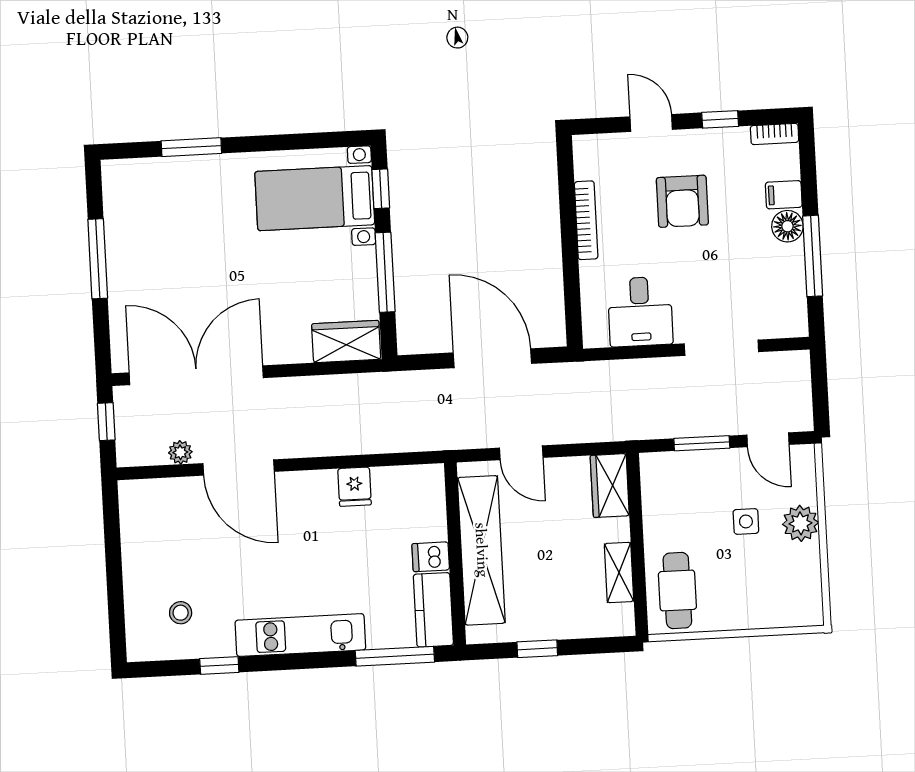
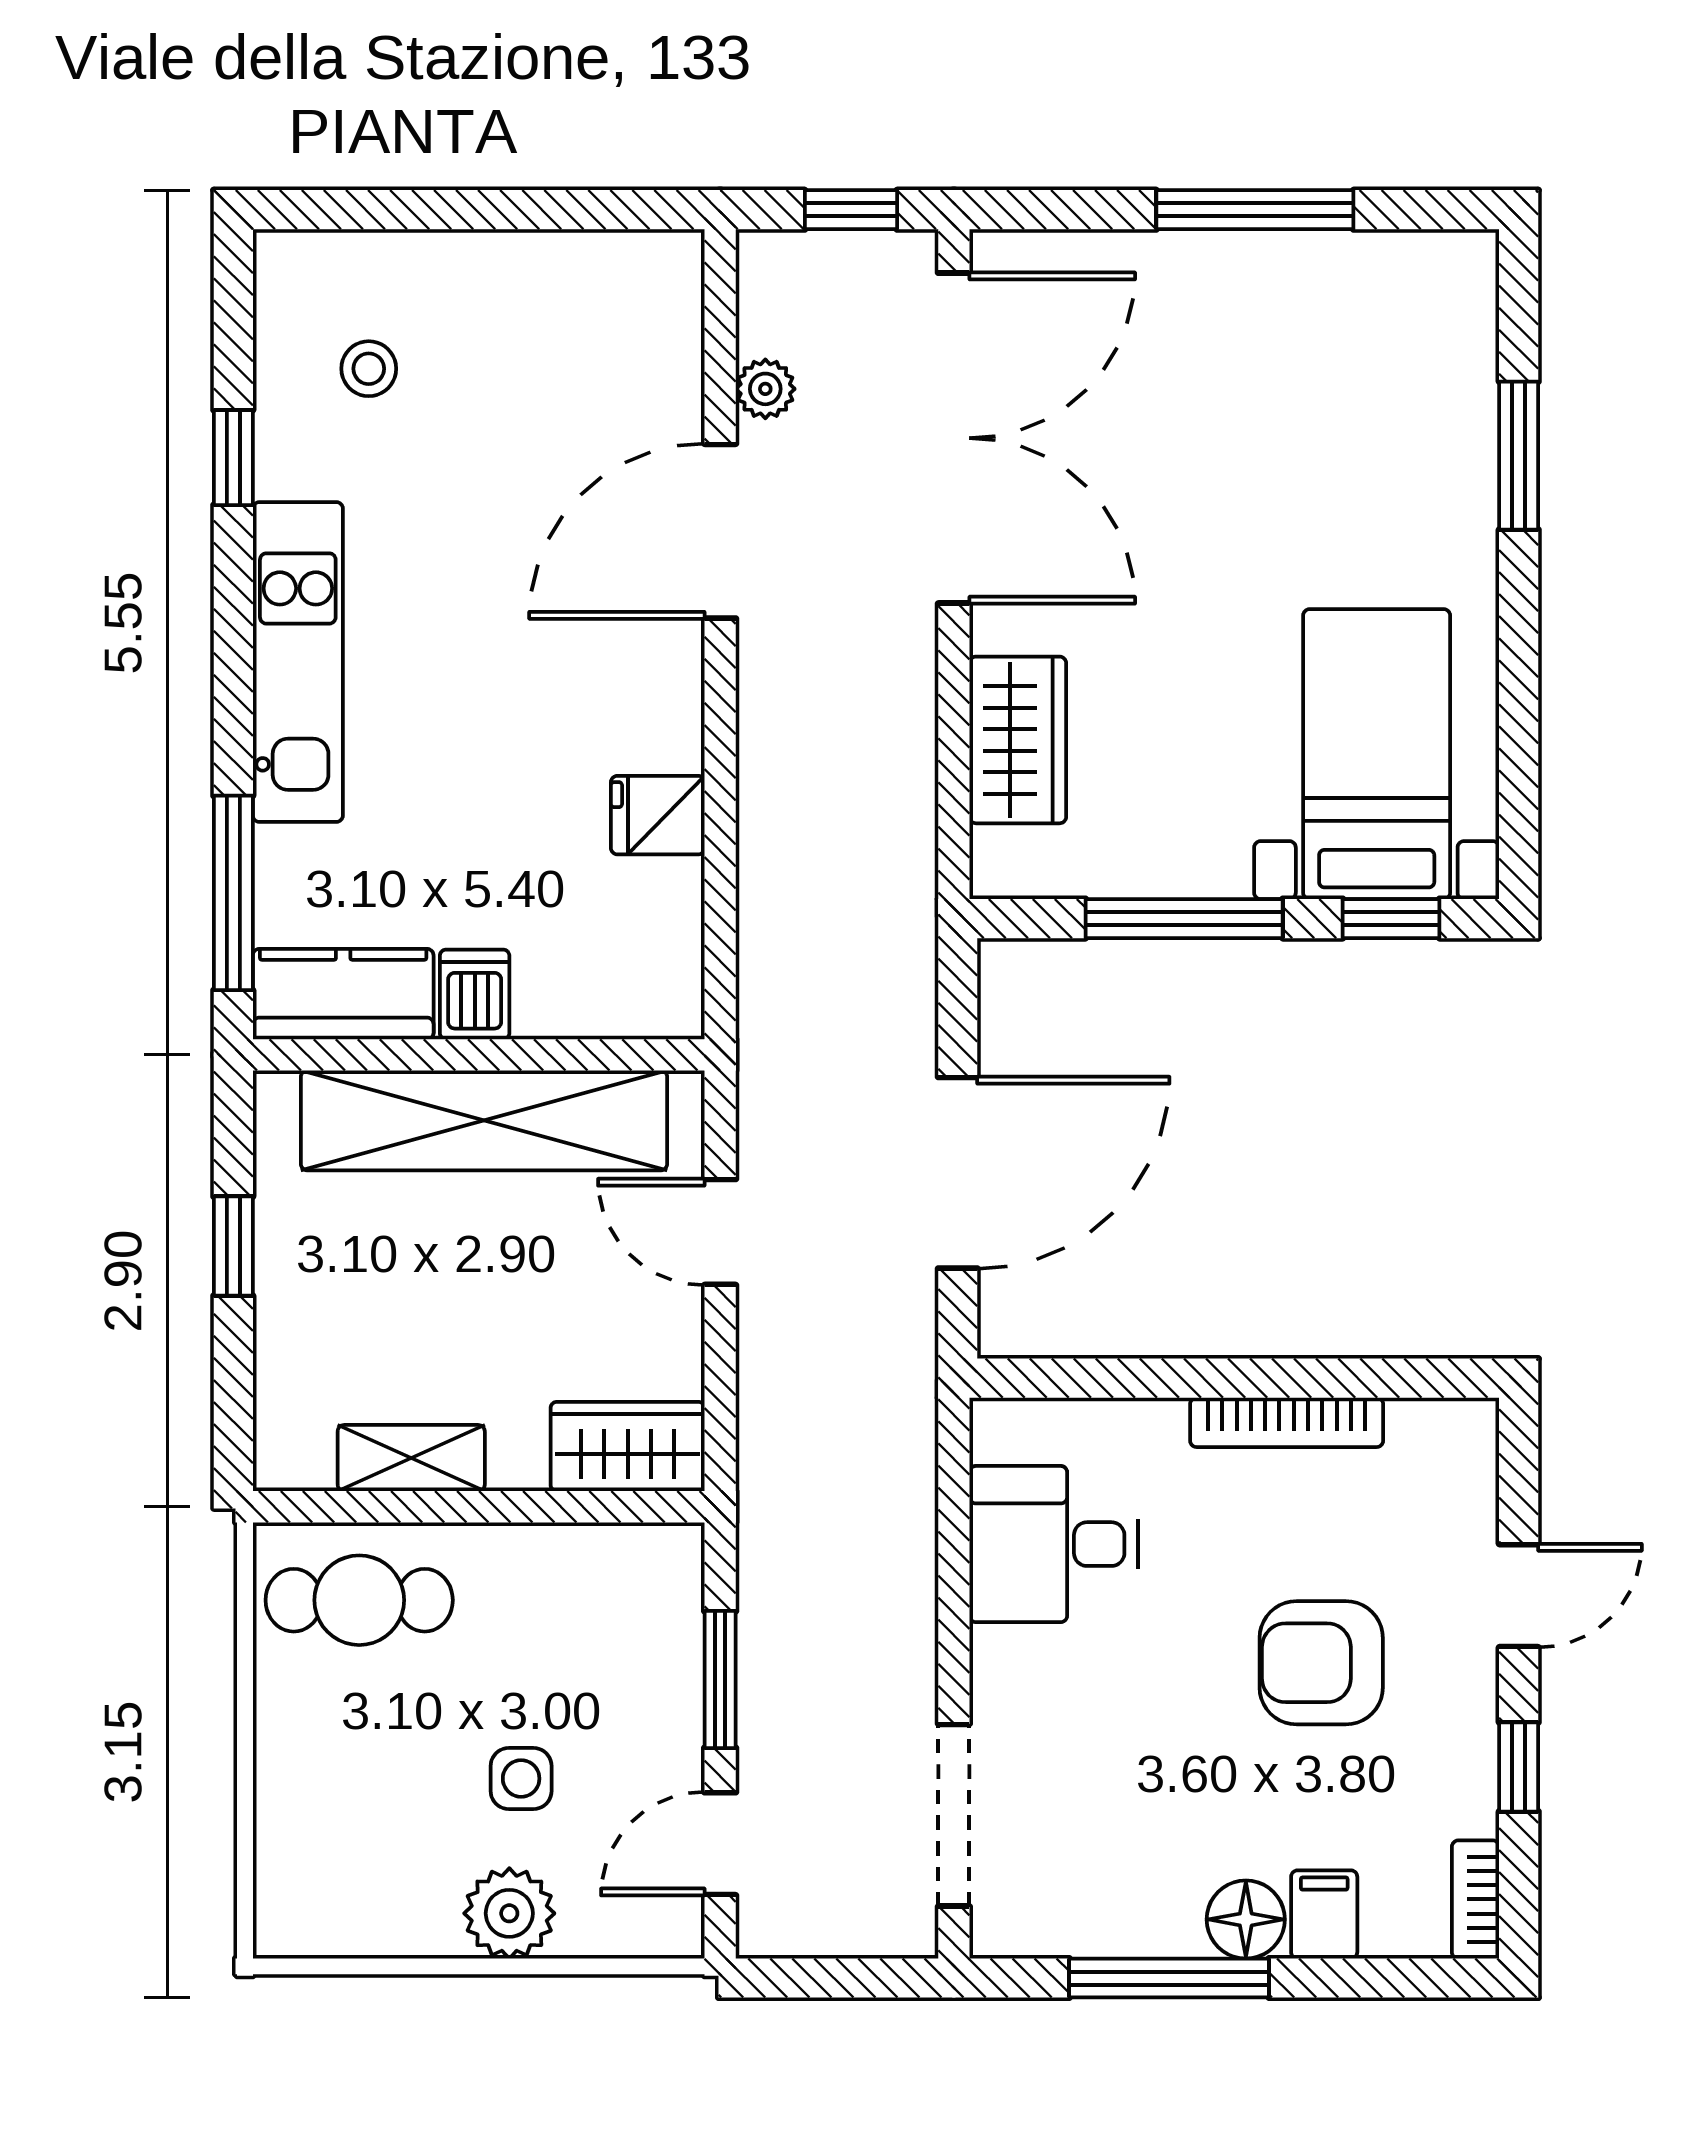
wardrobe: (346, 342) -> (1018, 740), moved
doorway: (721, 348) -> (954, 1815), moved
door: (521, 453) -> (720, 1232), hinge flipped

